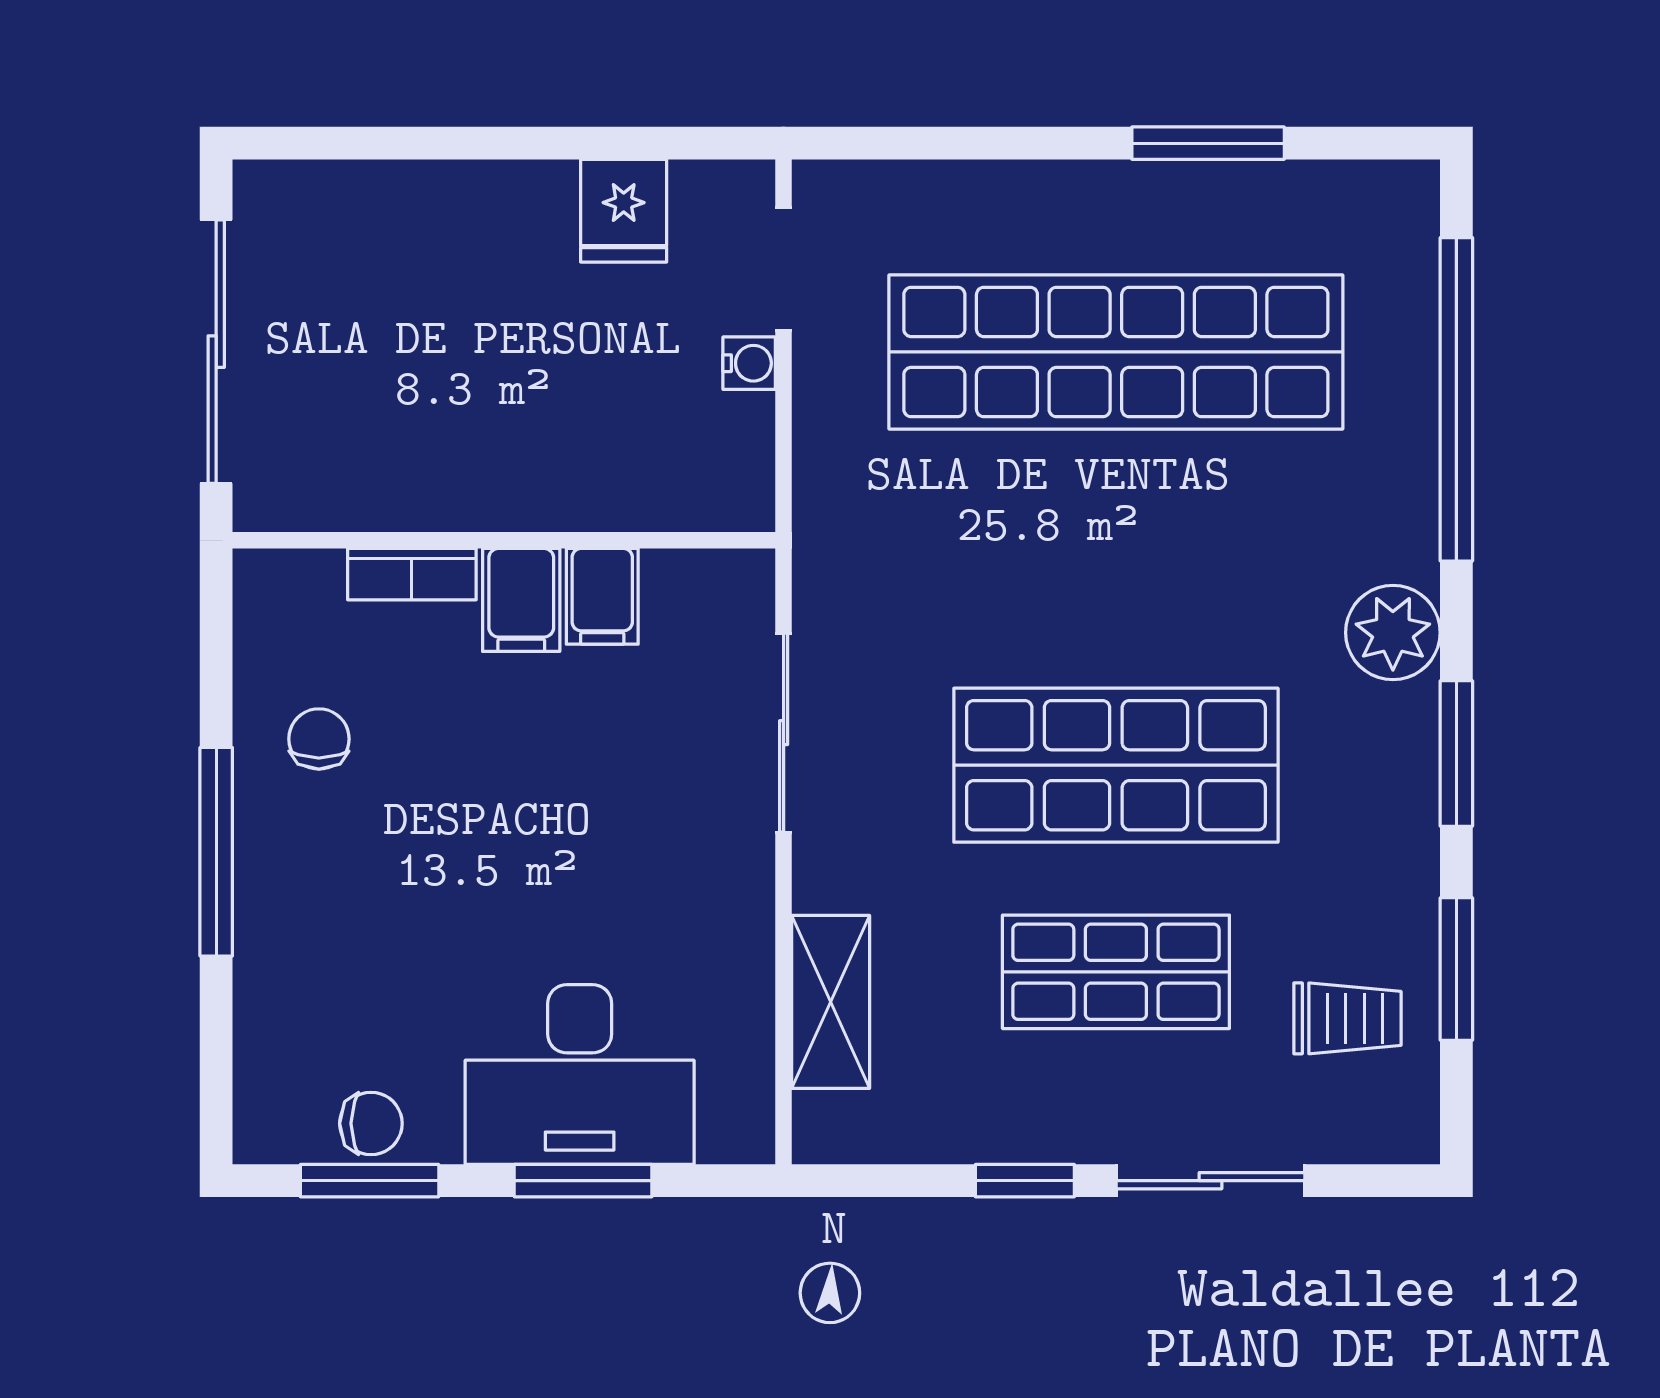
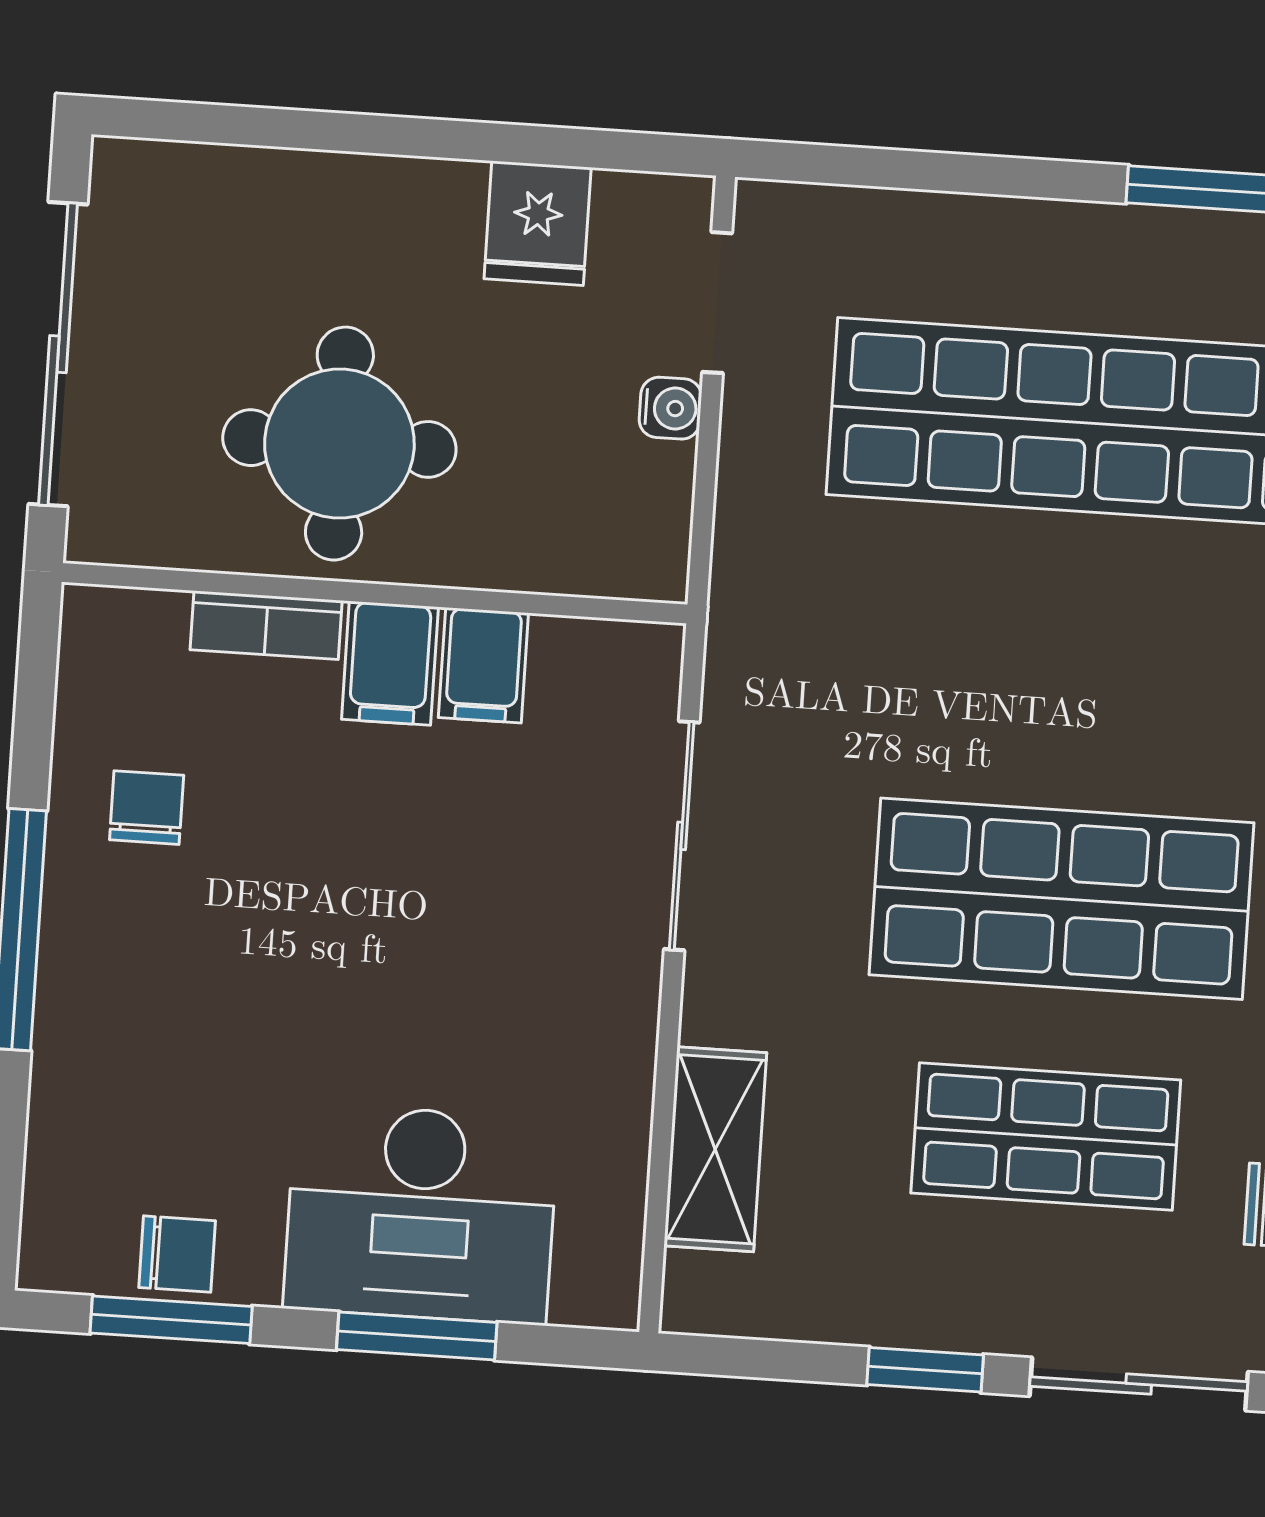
round table: (465, 413) -> (339, 444), added

